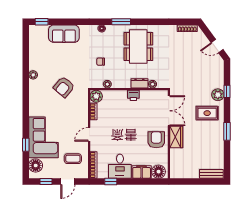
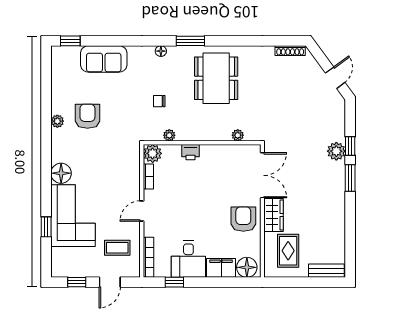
door: (217, 46) -> (335, 78), swing flipped
dresser: (139, 83) -> (218, 134), removed
armchair: (64, 87) -> (87, 116), moved, turned 140
printer: (133, 95) -> (191, 152), moved
rug: (207, 113) -> (288, 251), moved, turned 90
window: (227, 131) -> (350, 178), moved
floor lamp: (36, 166) -> (61, 173), moved

